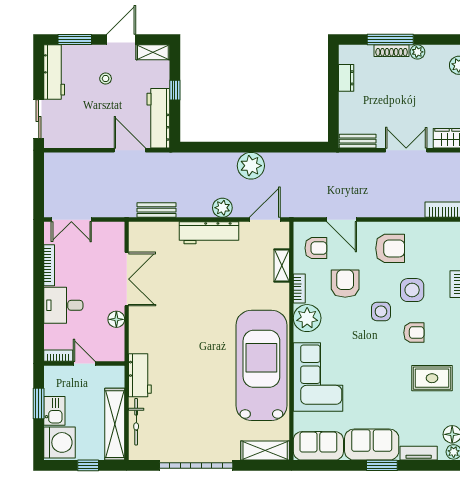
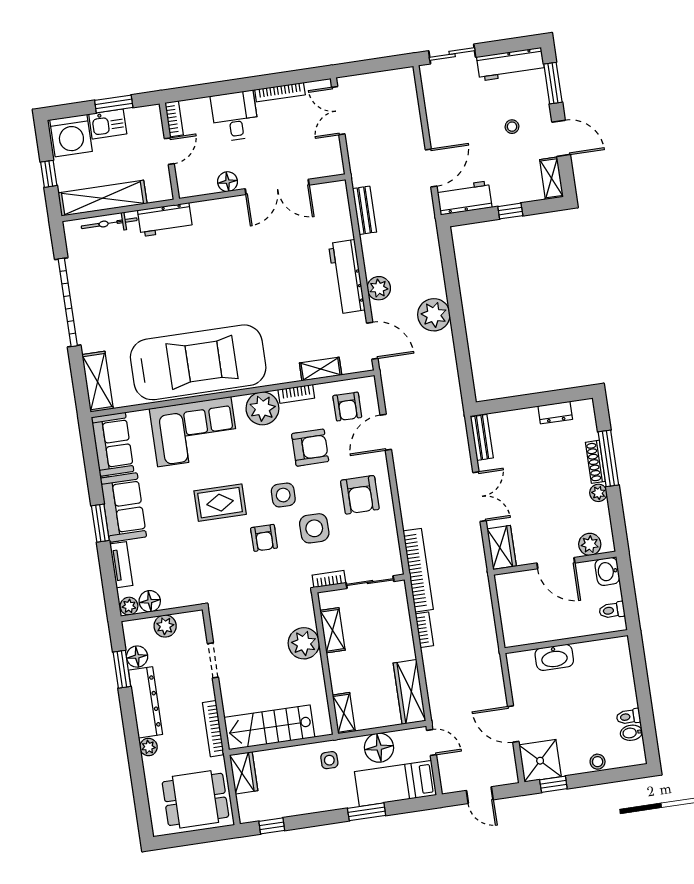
workbench: (158, 118) -> (464, 198), width x0.73
rug: (432, 378) -> (220, 503), moved, turned 90

